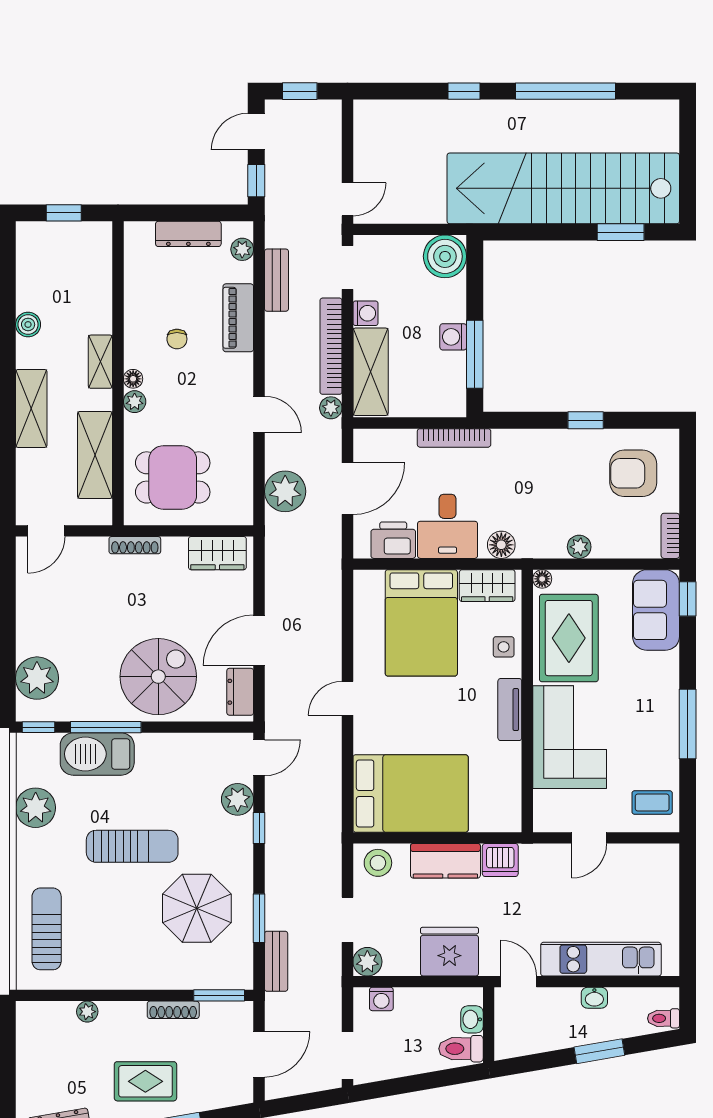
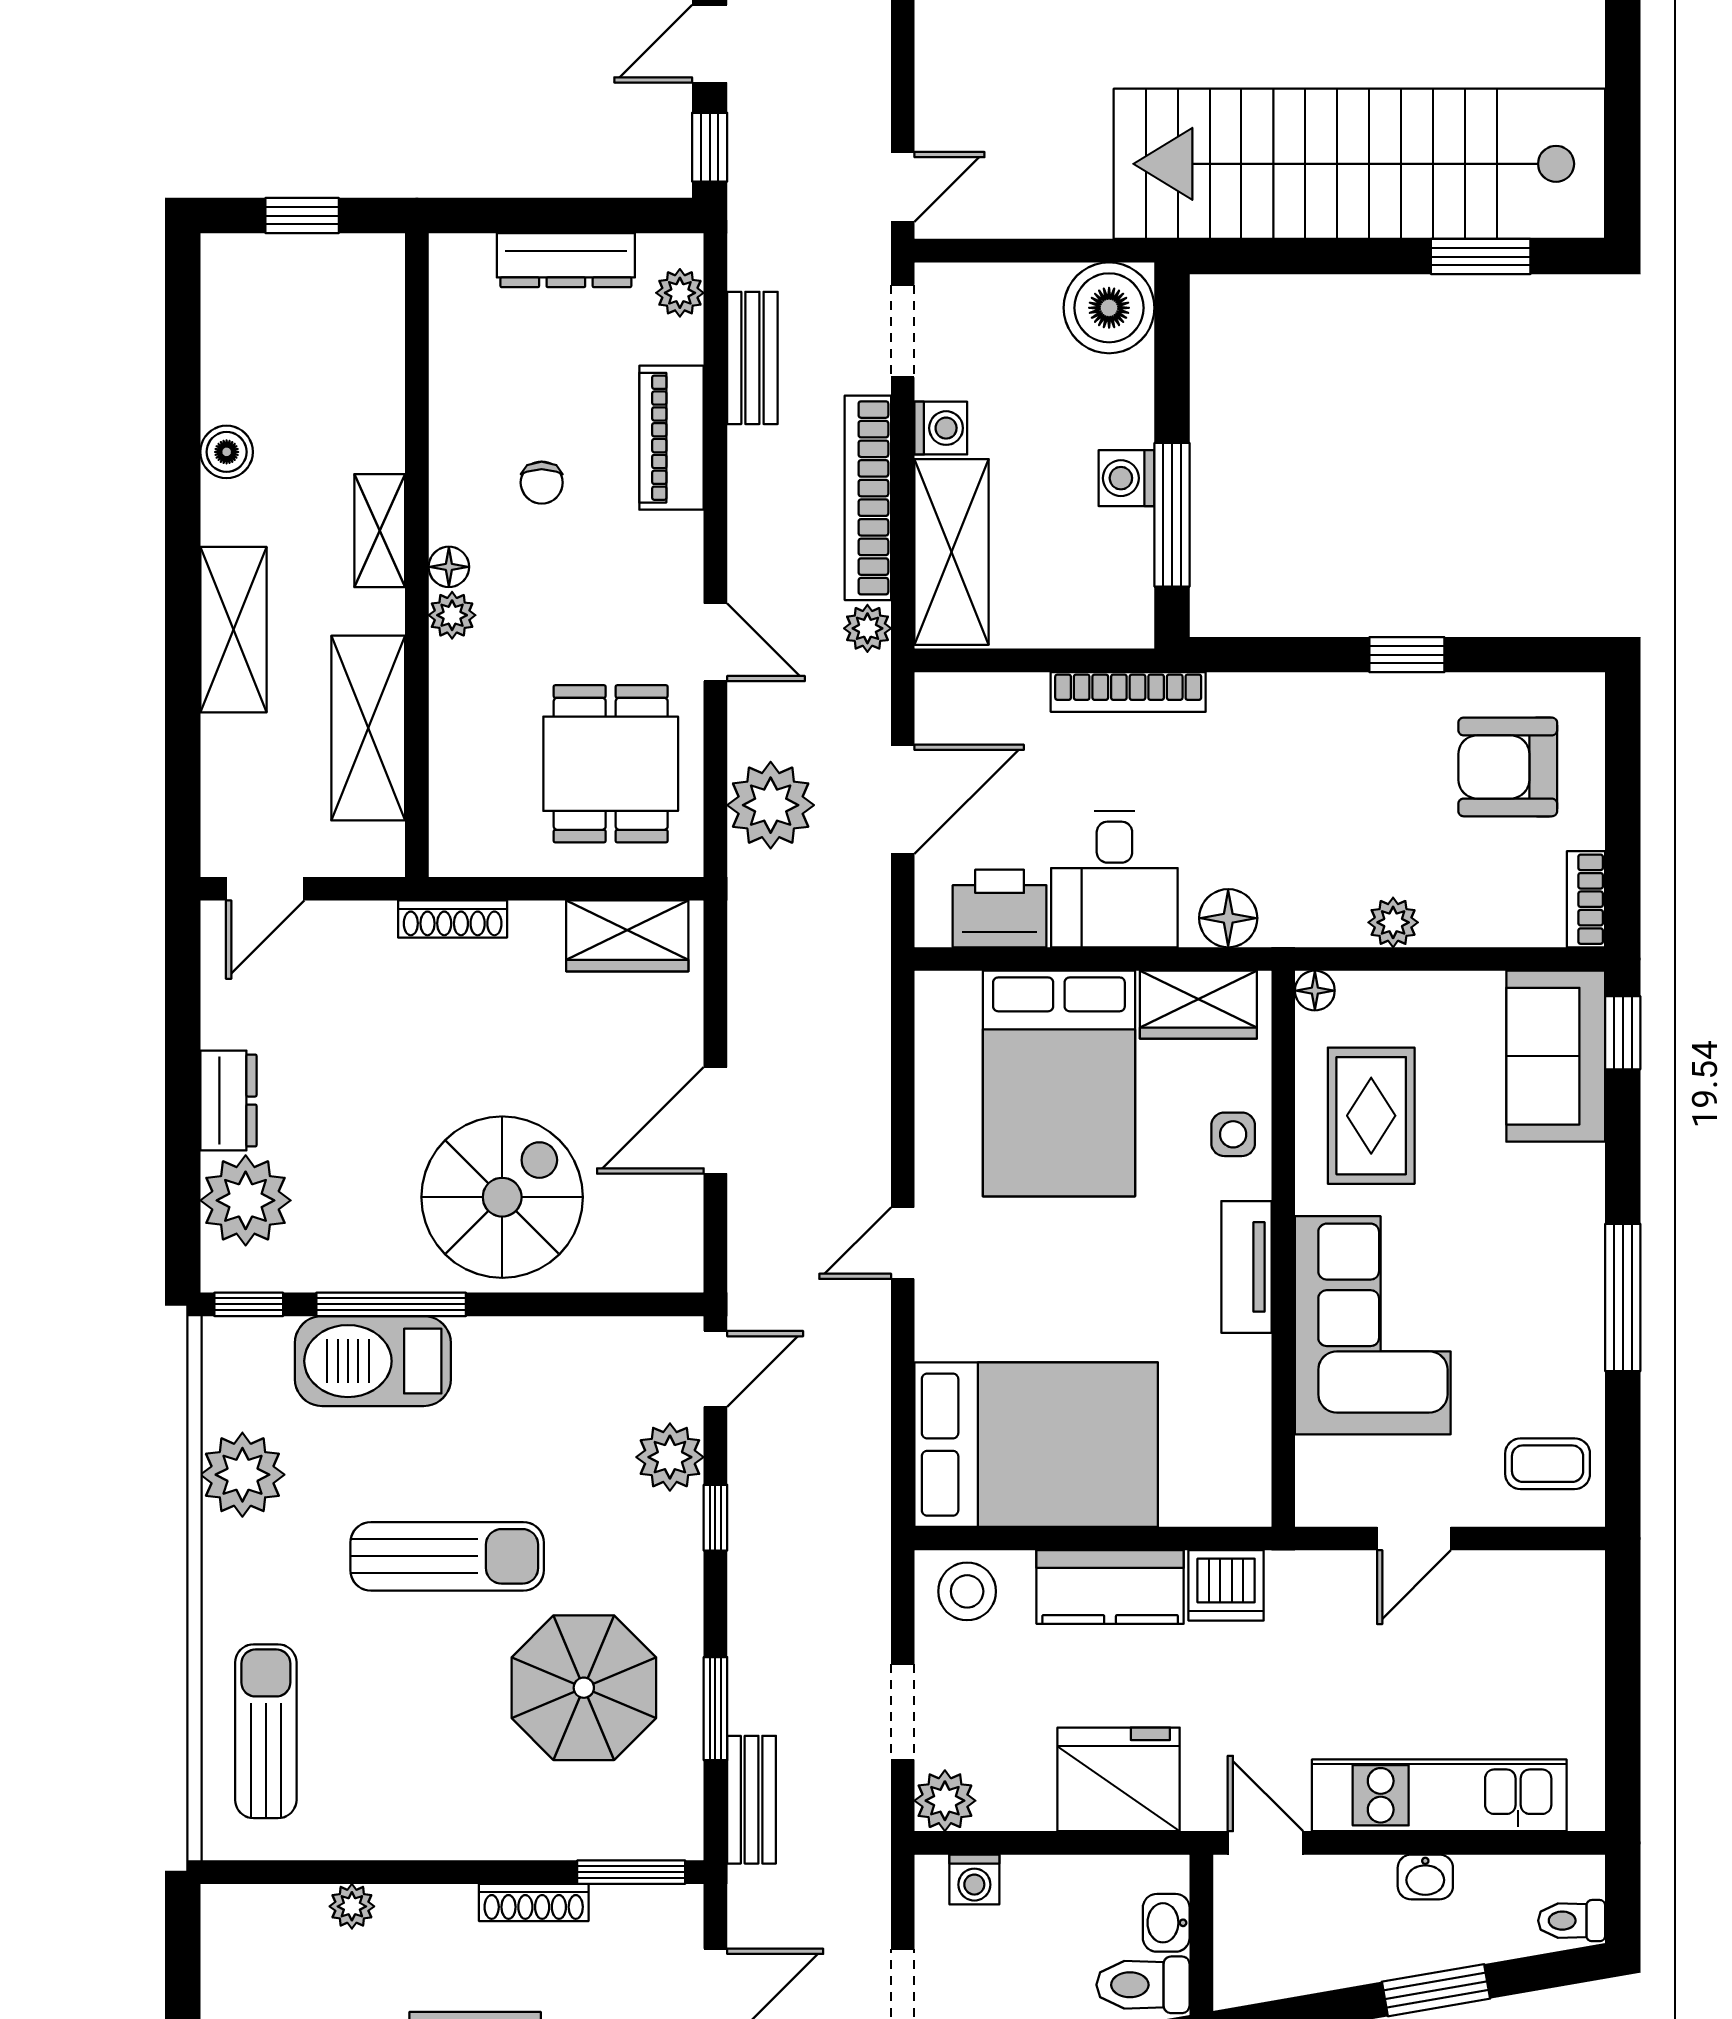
dining table: (173, 477) -> (611, 764), moved, turned 90
rug: (569, 638) -> (1371, 1116), width x0.73, depth x0.70
dresser: (240, 692) -> (228, 1101), moved, turned 180

